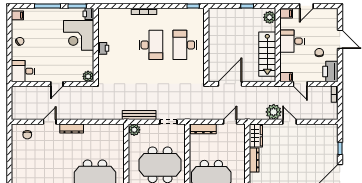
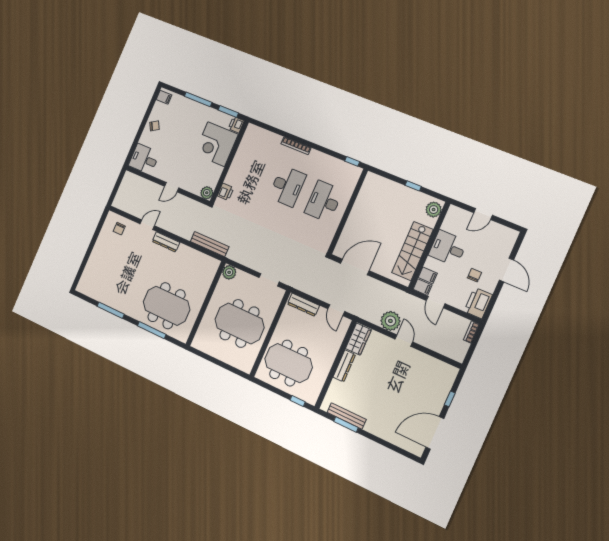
filing cabinet: (286, 14) -> (428, 275), moved
printer: (103, 48) -> (226, 192), moved
bench: (139, 115) -> (210, 244), moved
door: (230, 122) -> (336, 310), swing flipped

